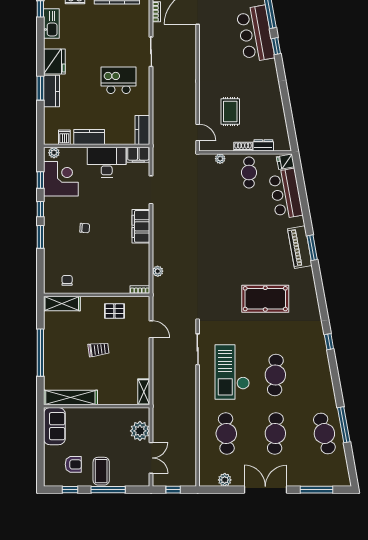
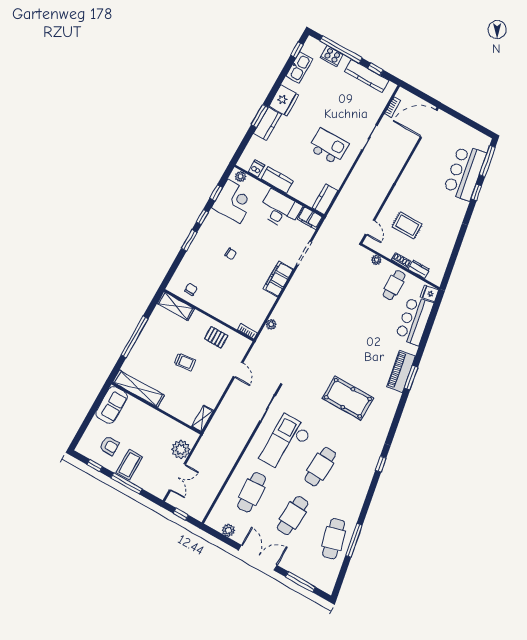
rug: (230, 112) -> (407, 225), turned 90

